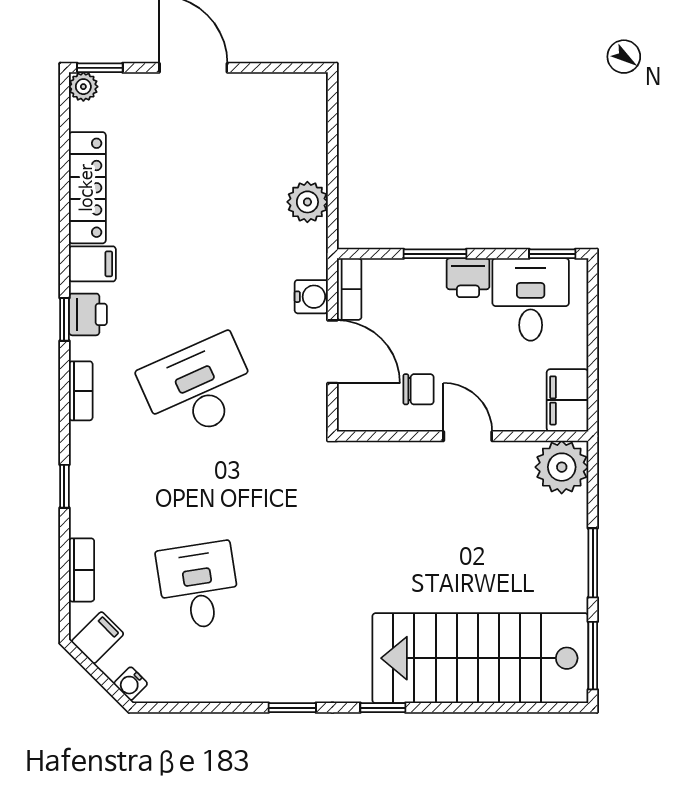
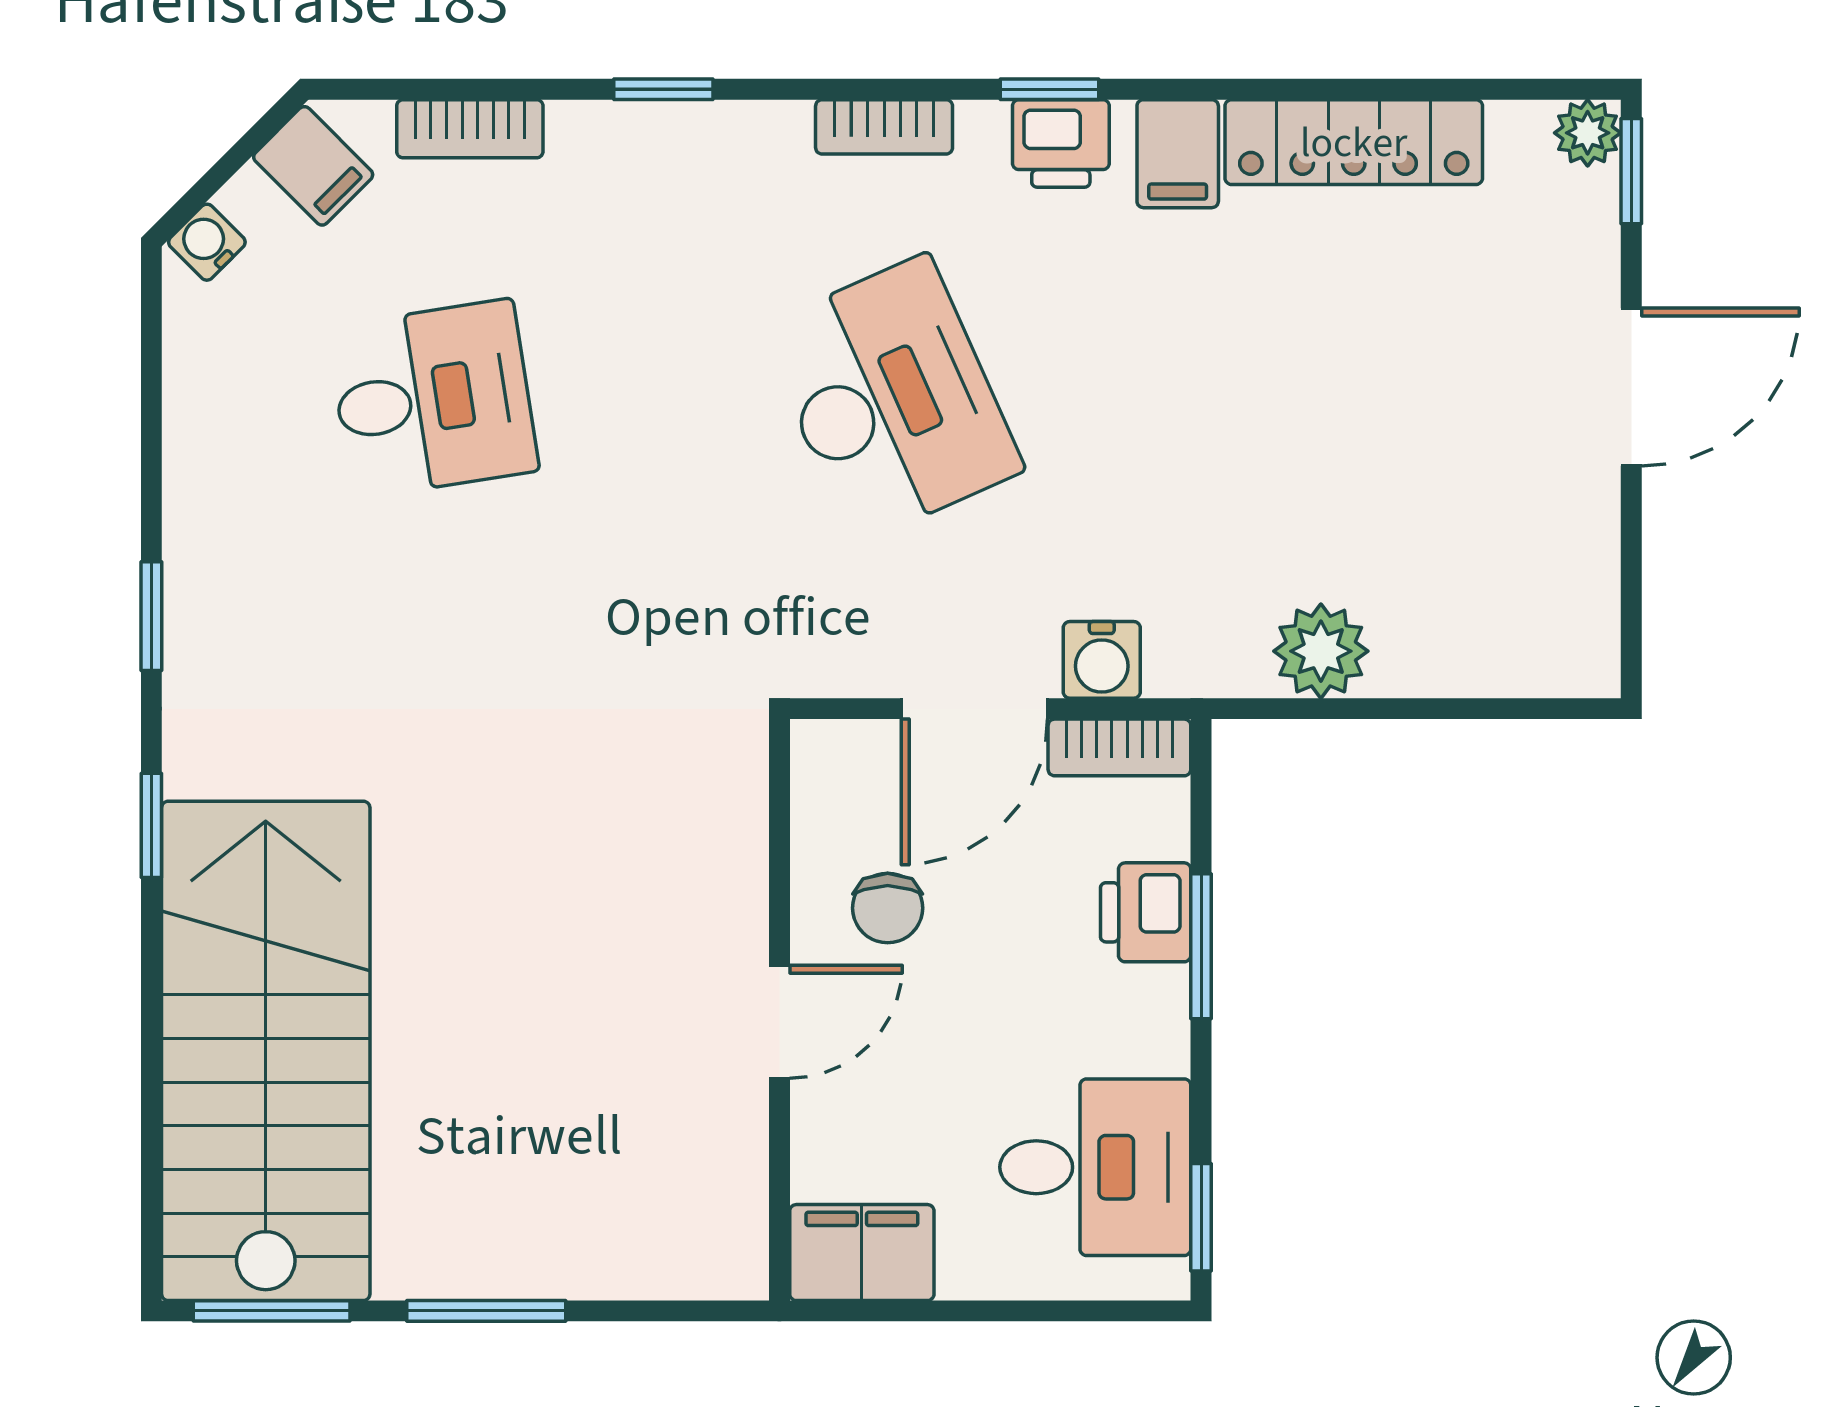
printer: (468, 278) -> (1146, 912), moved
plant: (562, 467) -> (708, 1239), removed

